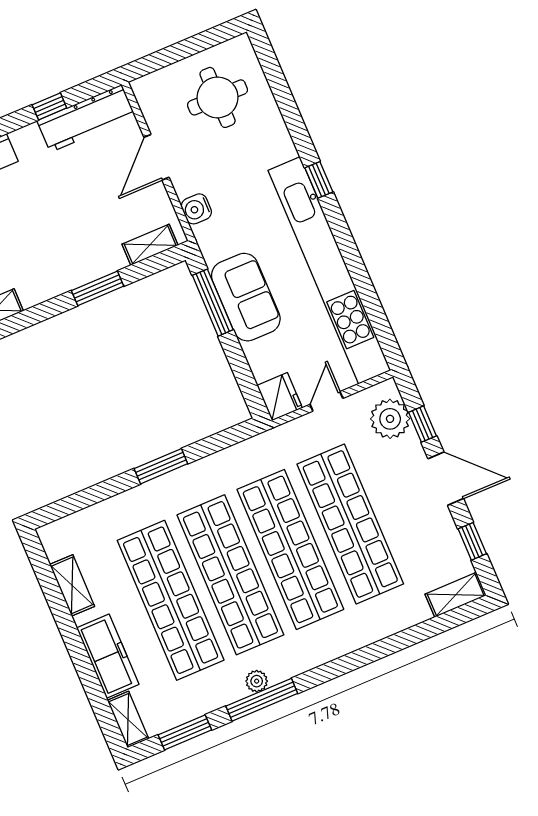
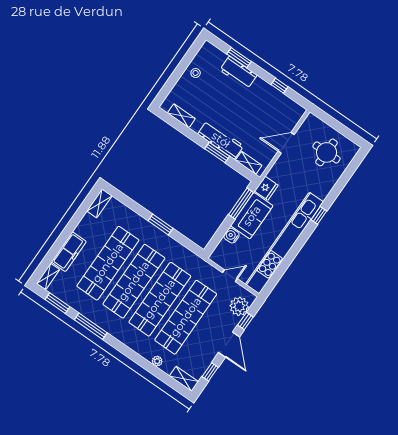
workbench: (86, 118) -> (221, 140), moved, turned 180
water cooler: (196, 209) -> (232, 236), moved
fridge: (280, 397) -> (266, 188), moved
shelving: (72, 585) -> (99, 203), moved
plant: (257, 681) -> (157, 361), moved

